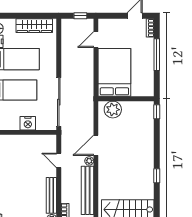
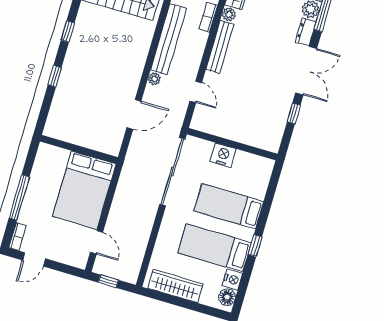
door: (96, 40) -> (97, 242), hinge flipped
plant: (113, 110) -> (101, 140), removed
window: (157, 112) -> (55, 76), moved
door: (96, 145) -> (134, 114), moved

